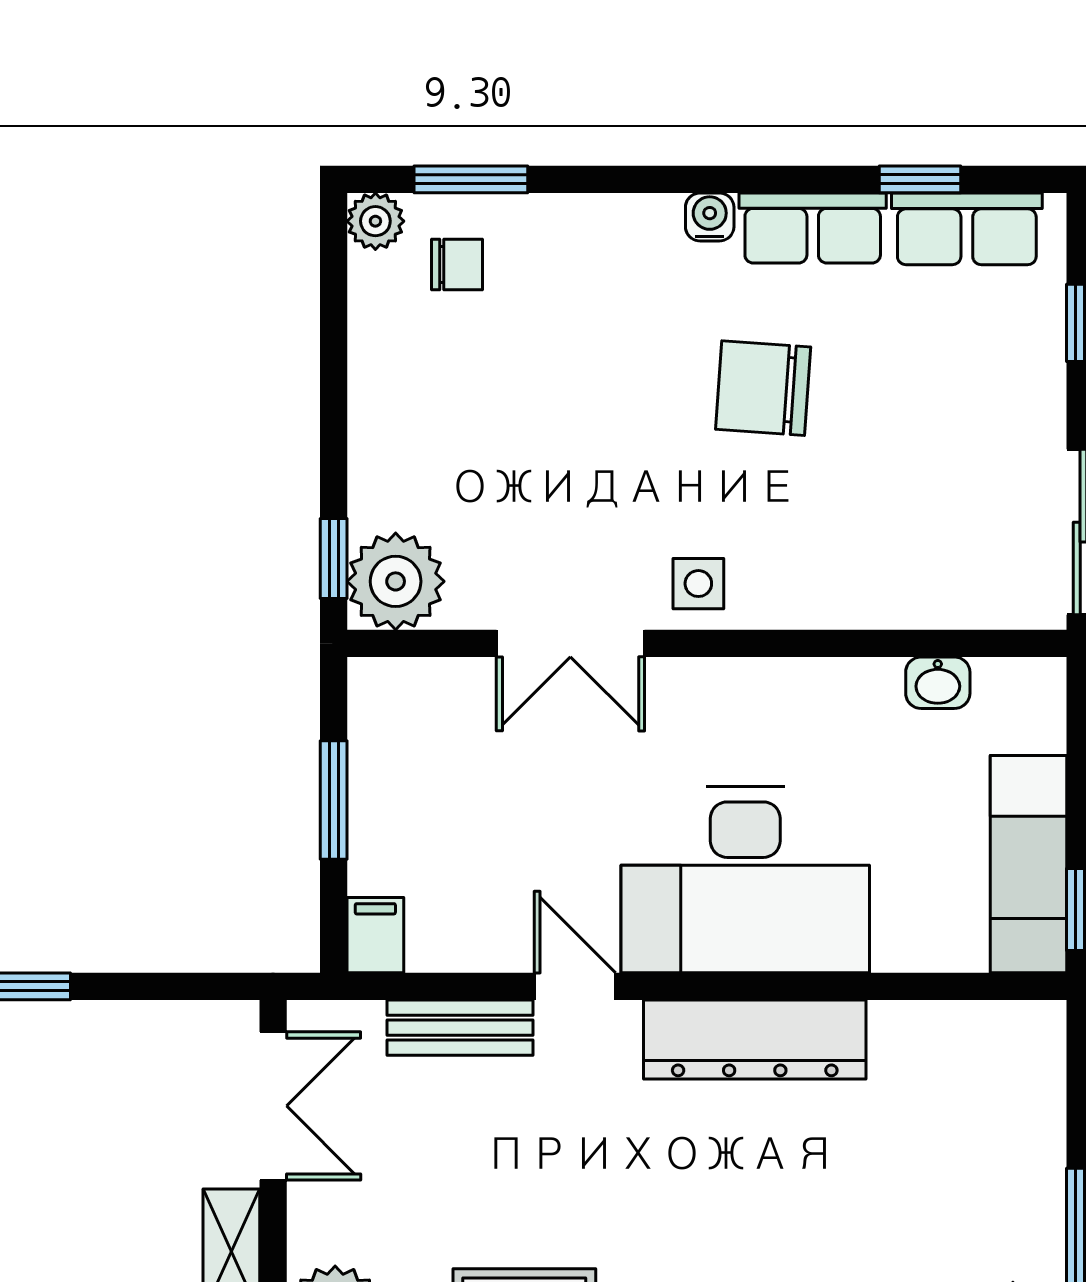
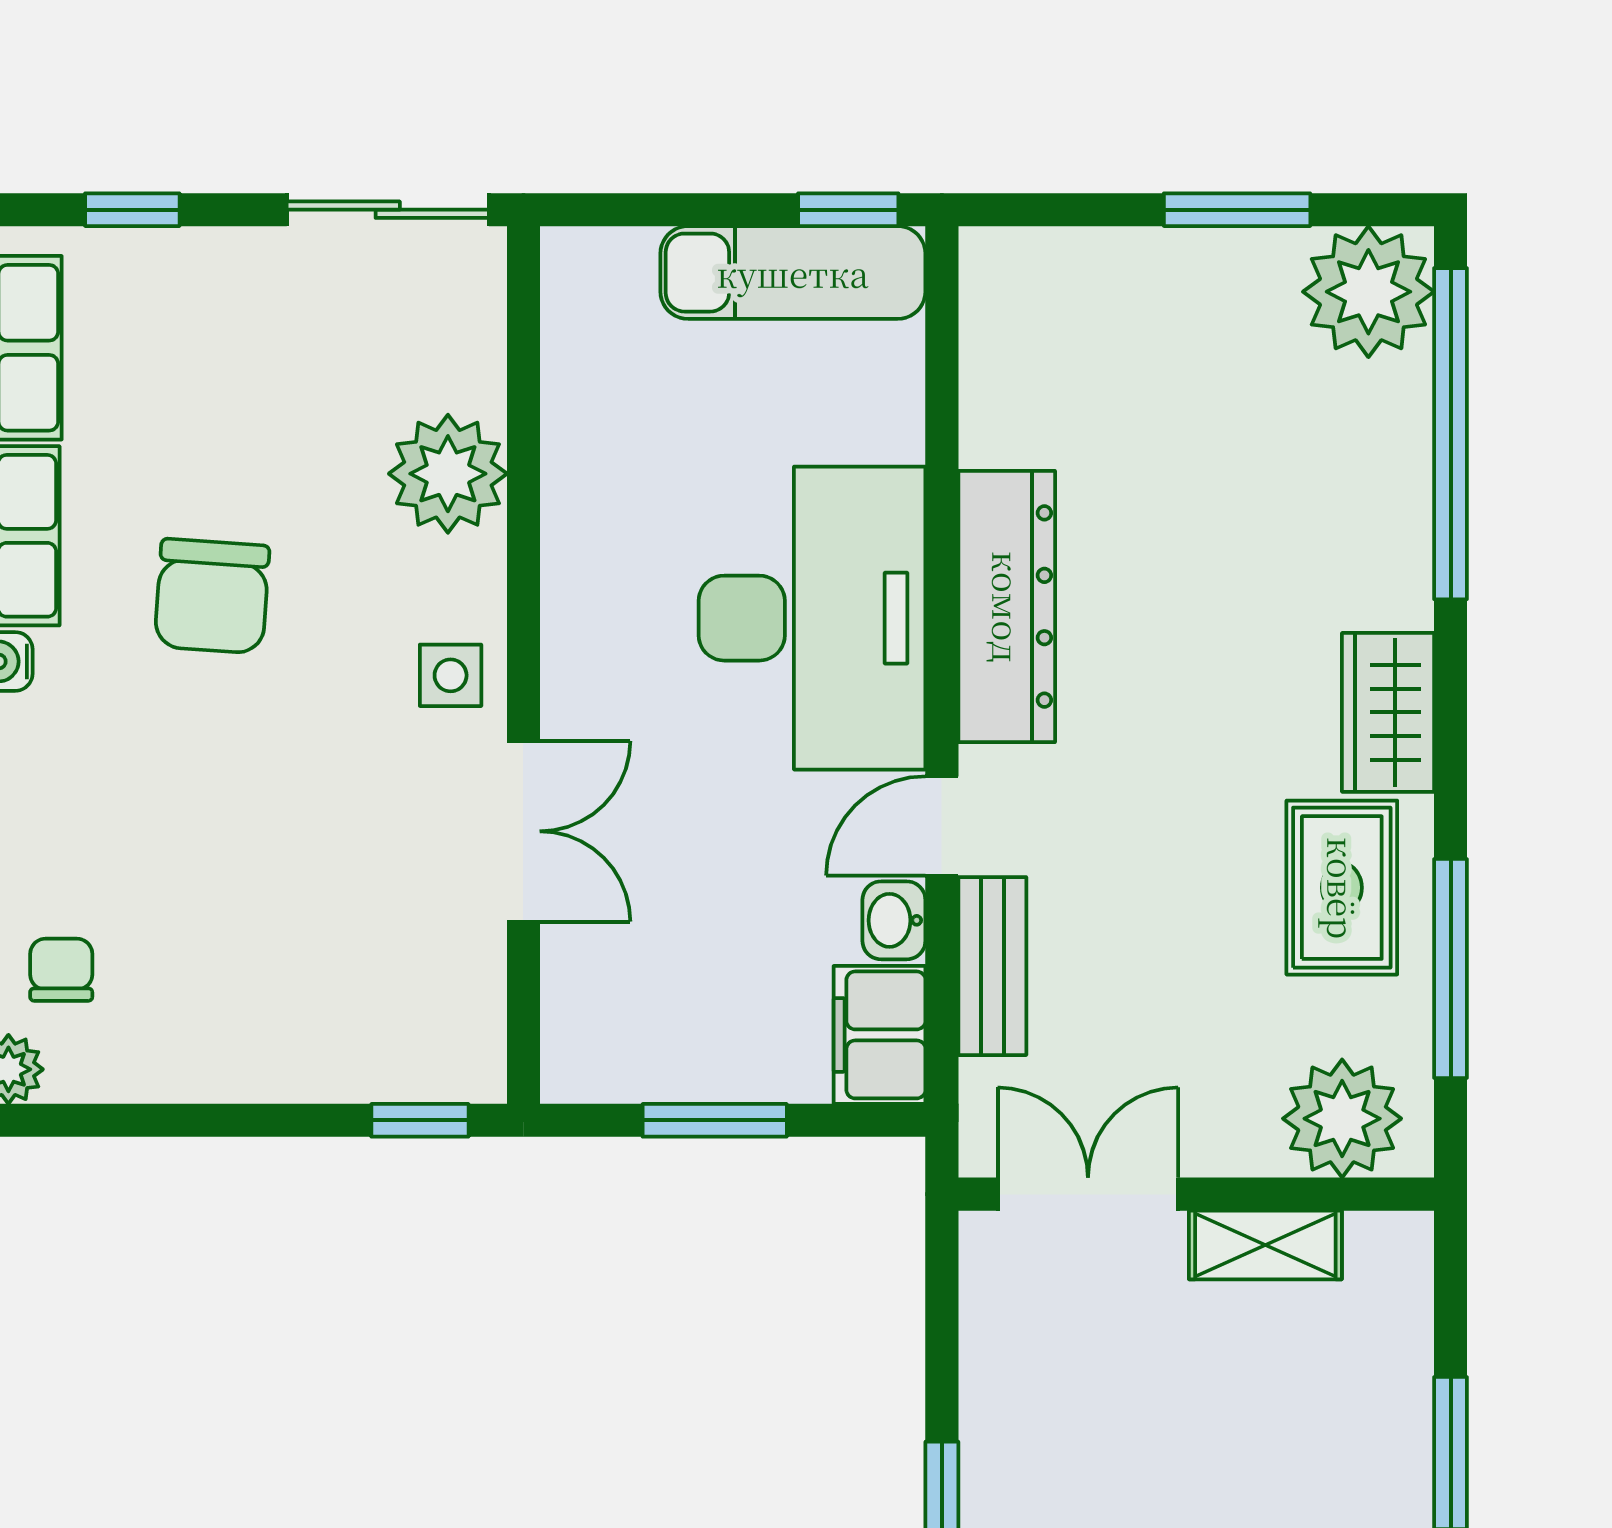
plant: (396, 581) -> (448, 474), moved
washbasin: (938, 683) -> (894, 920), moved, turned 180
filing cabinet: (375, 935) -> (879, 1035), width x2.00

